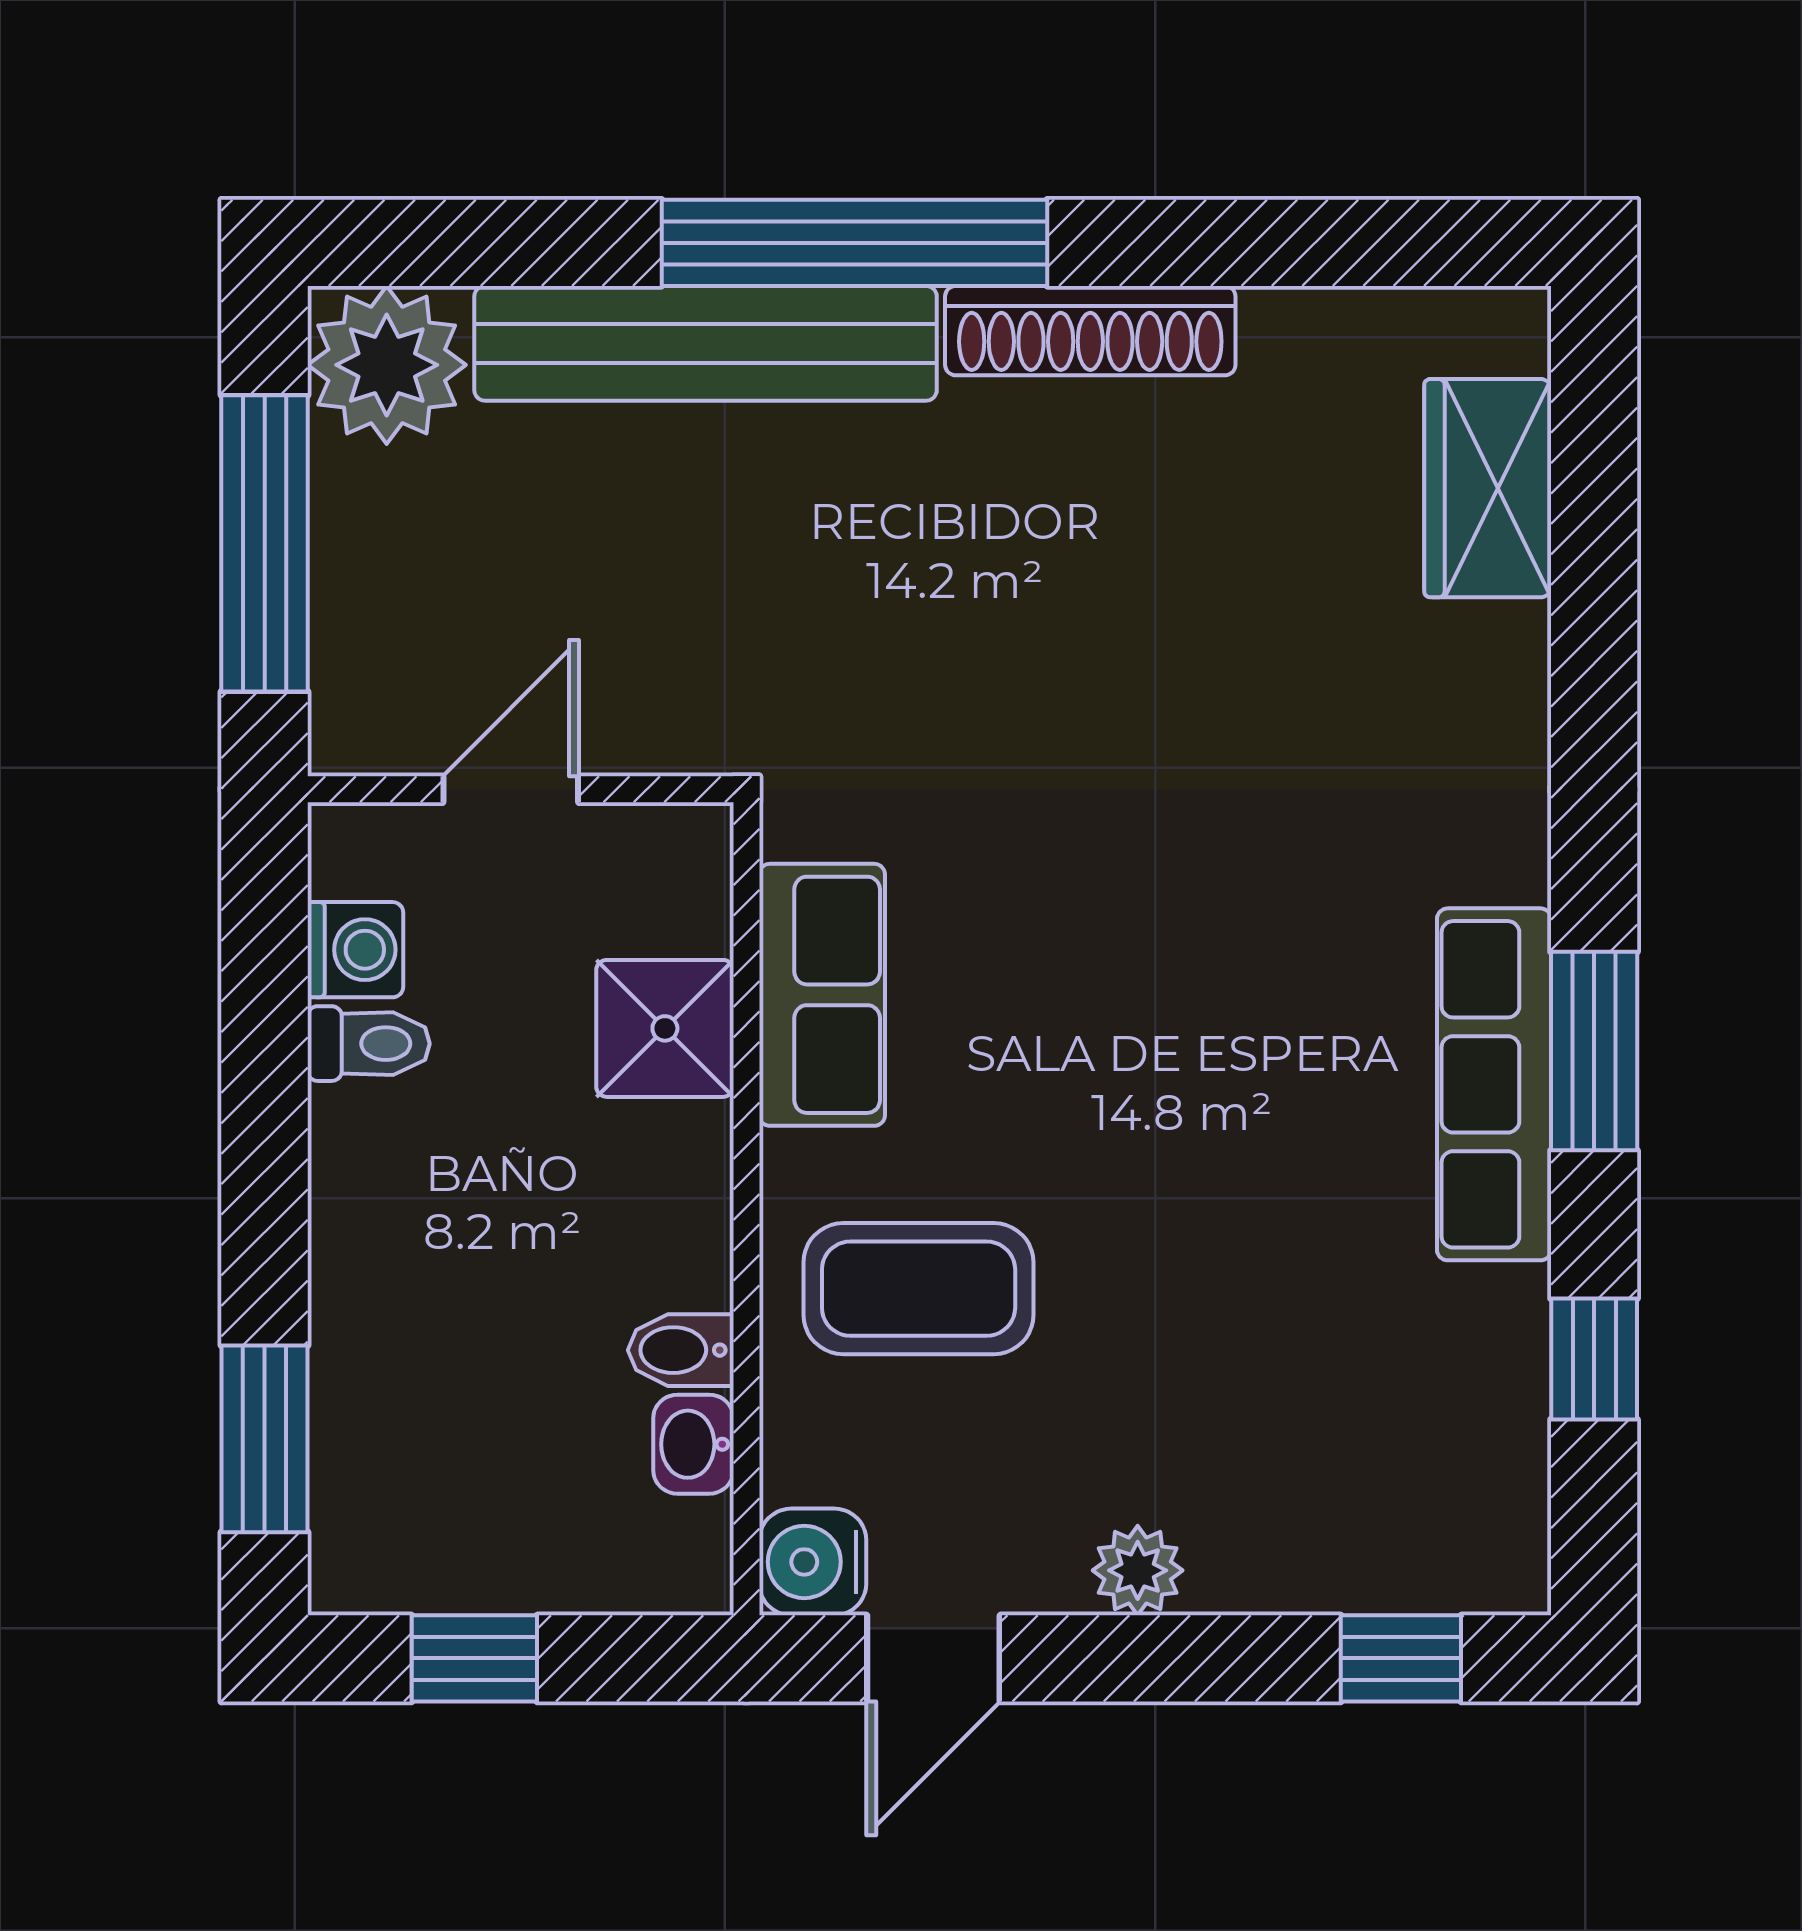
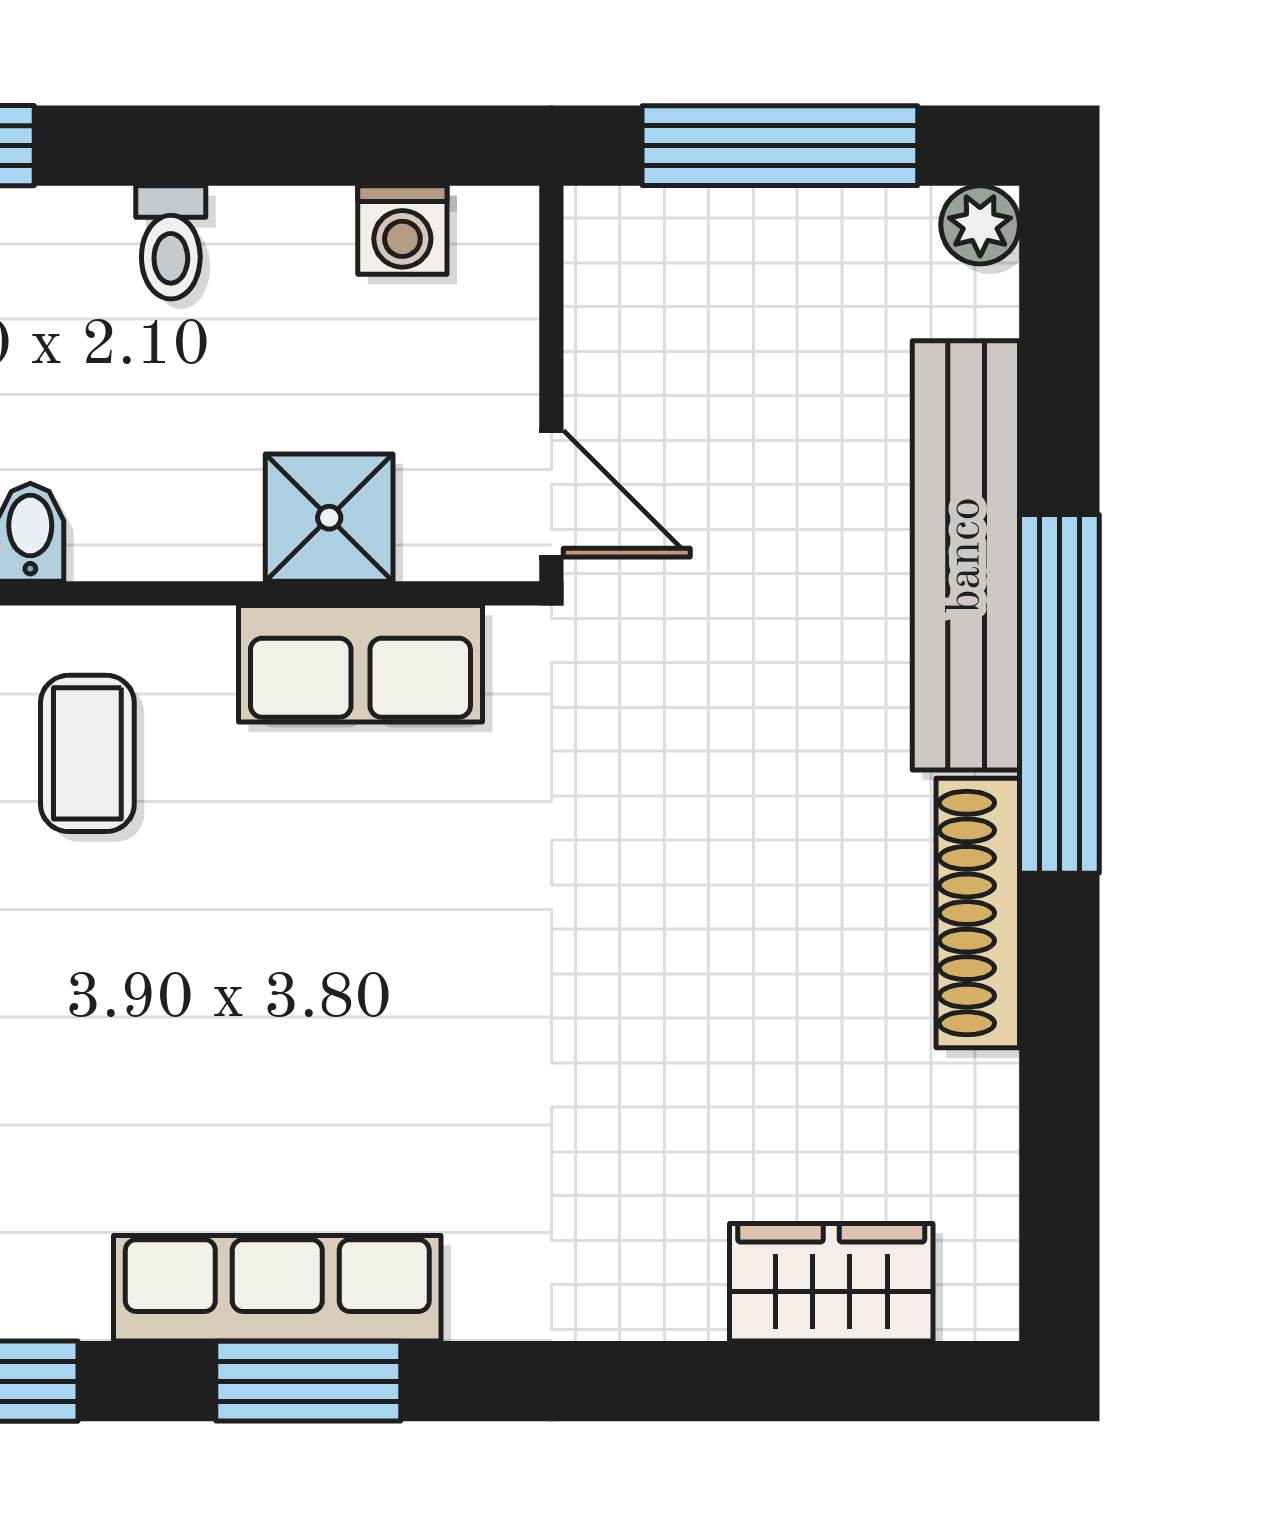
plant: (387, 365) -> (980, 225), width x0.53, depth x0.53
door: (511, 789) -> (551, 494), moved
toilet: (369, 1044) -> (171, 242), moved
coffee table: (919, 1289) -> (87, 753), width x0.73, depth x0.77

